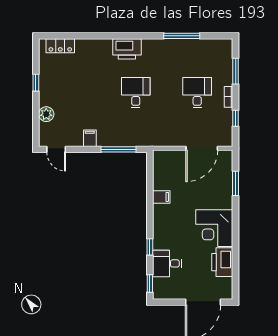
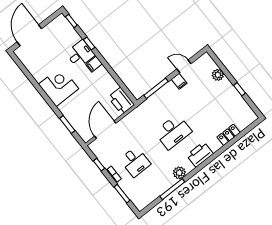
locker: (60, 46) -> (229, 135), moved
plant: (162, 47) -> (179, 173), added
desk: (136, 93) -> (173, 132), width x1.37
door: (56, 149) -> (184, 66), moved
filing cabinet: (161, 197) -> (94, 64), moved
printer: (222, 262) -> (121, 101), moved, turned 180
desk: (167, 263) -> (80, 54), moved

